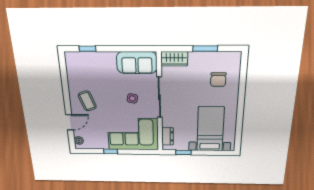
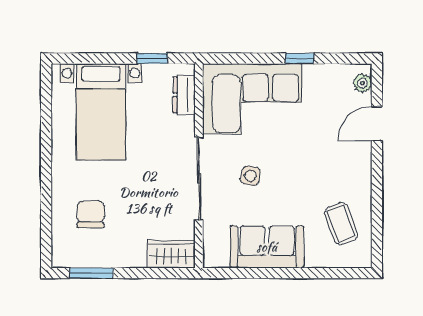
window: (88, 49) -> (328, 273), removed
window: (205, 49) -> (91, 273), moved
sofa: (137, 63) -> (267, 247), moved
coffee table: (87, 101) -> (341, 224), moved

